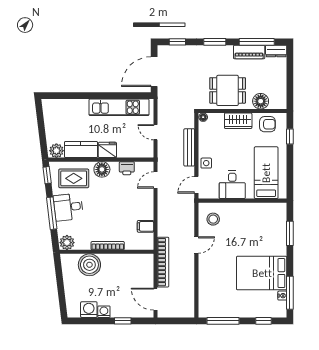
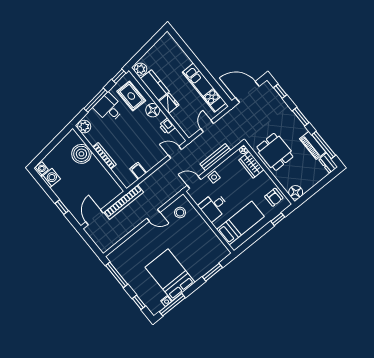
floor lamp: (261, 101) -> (296, 192), moved
wardrobe: (238, 121) -> (251, 165), moved
washing machine: (104, 312) -> (41, 169), moved

